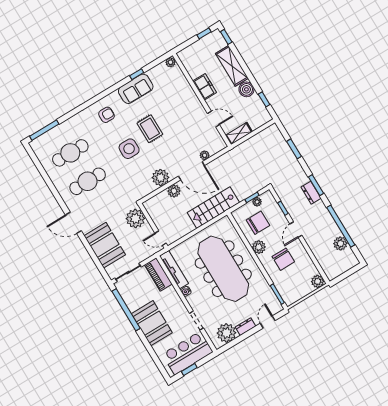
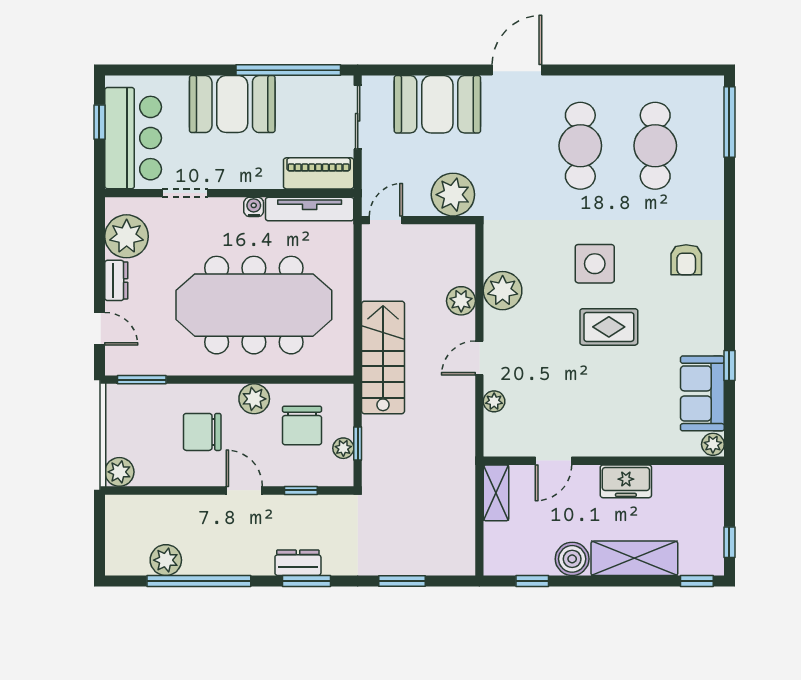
sofa: (136, 89) -> (702, 393), moved
door: (191, 171) -> (479, 358), width x0.53

